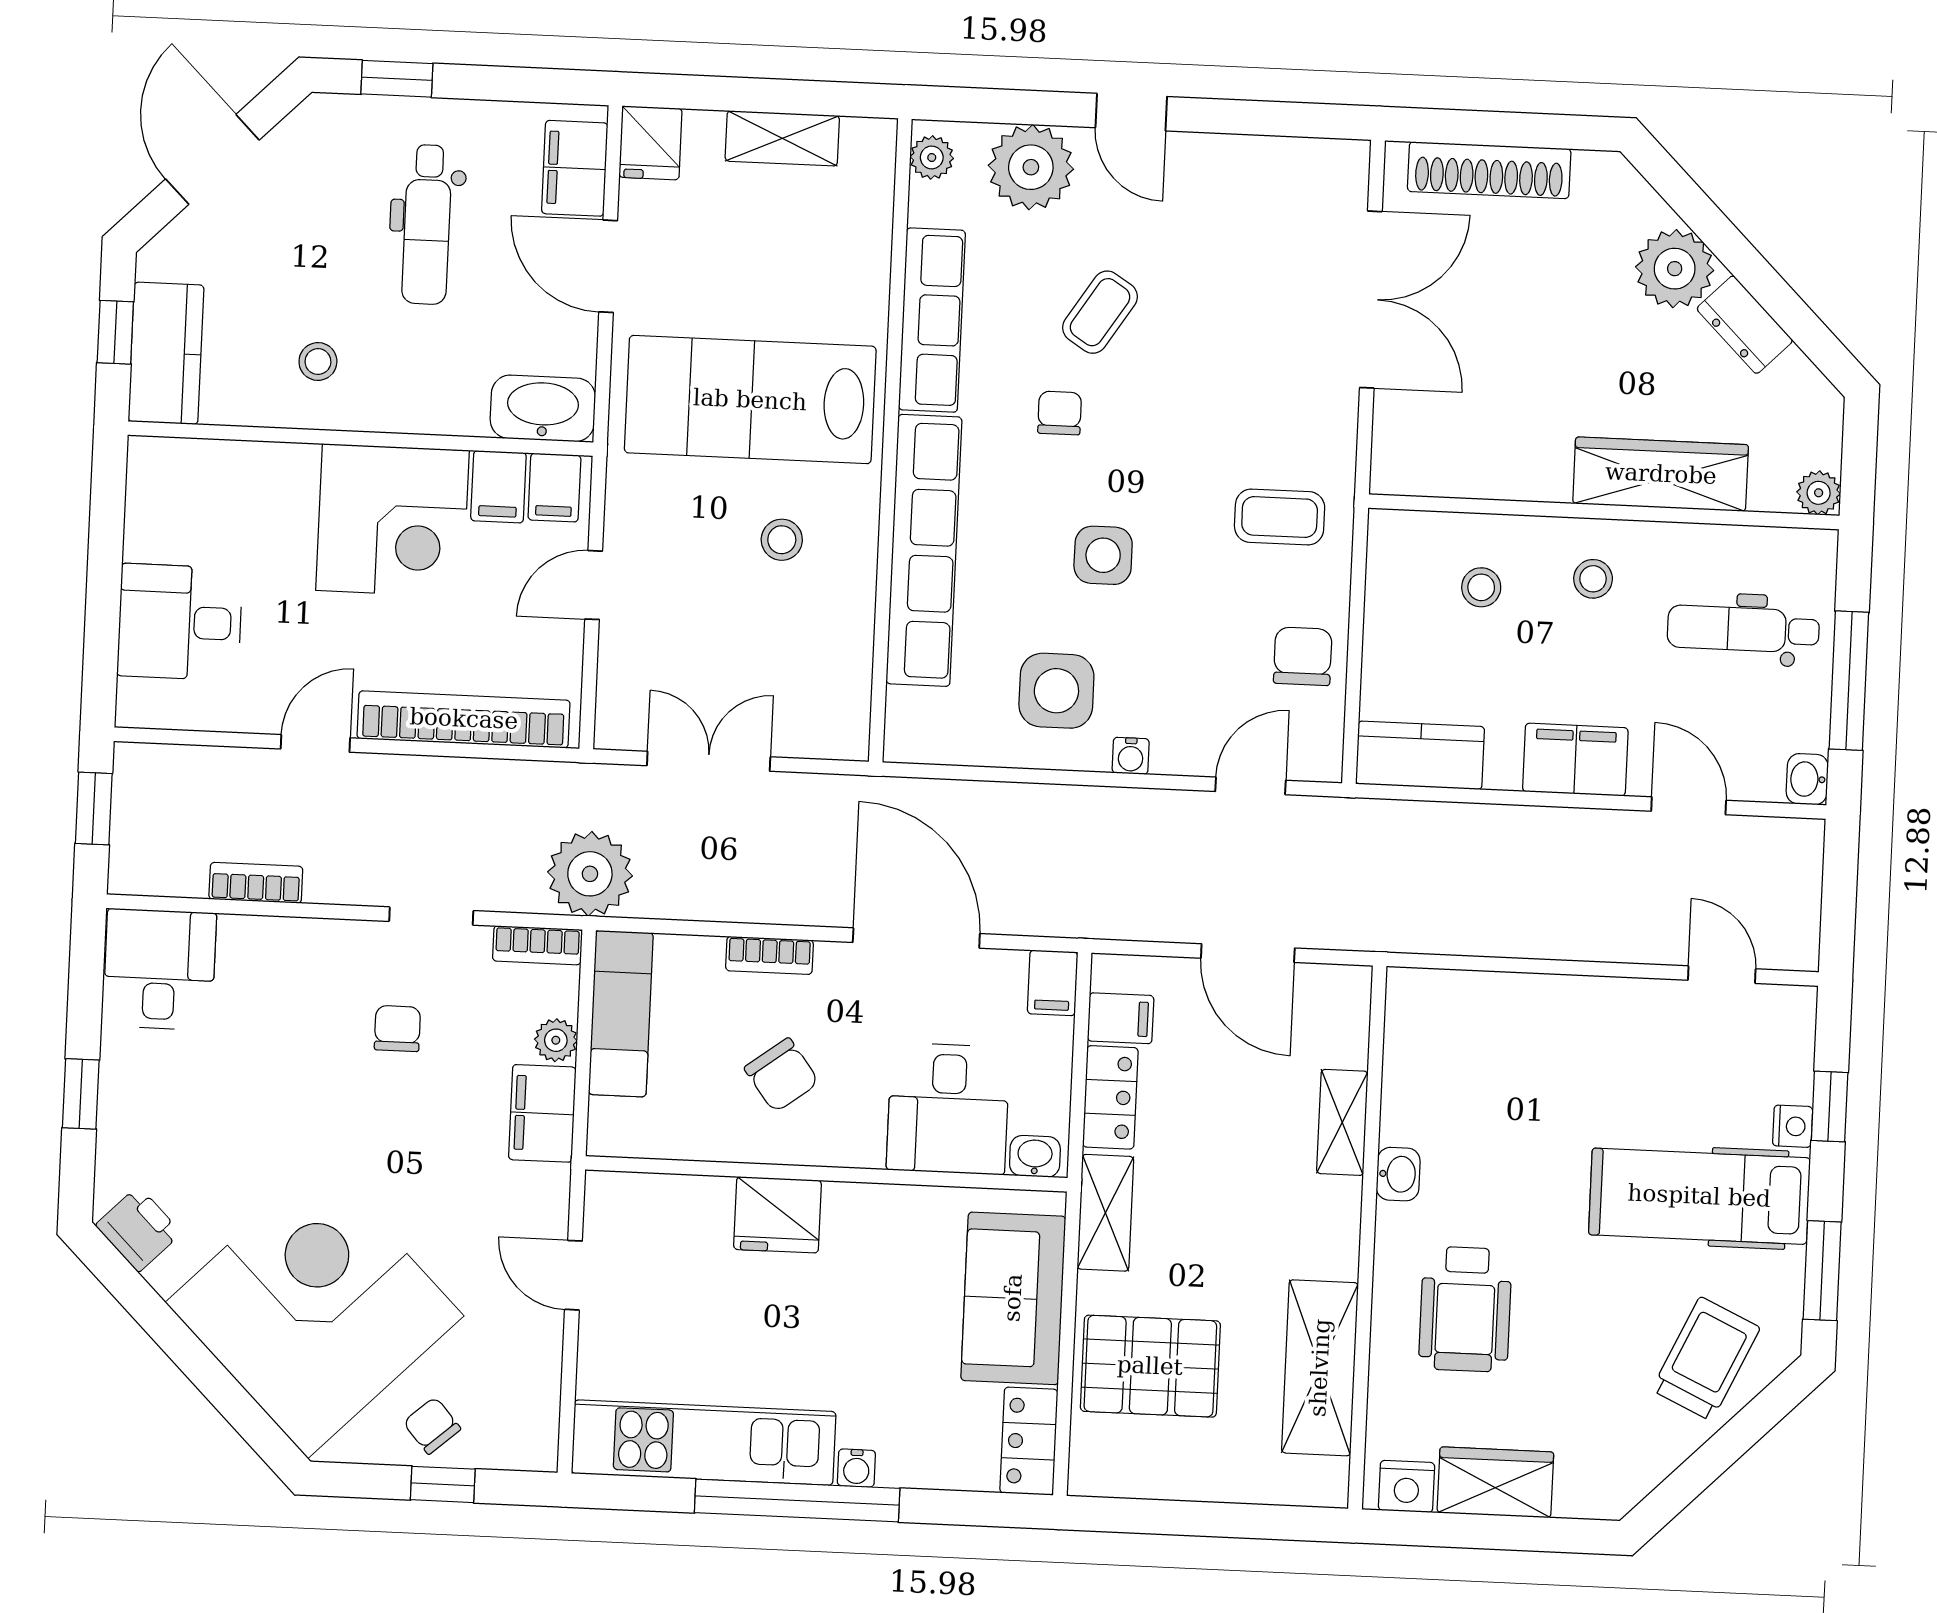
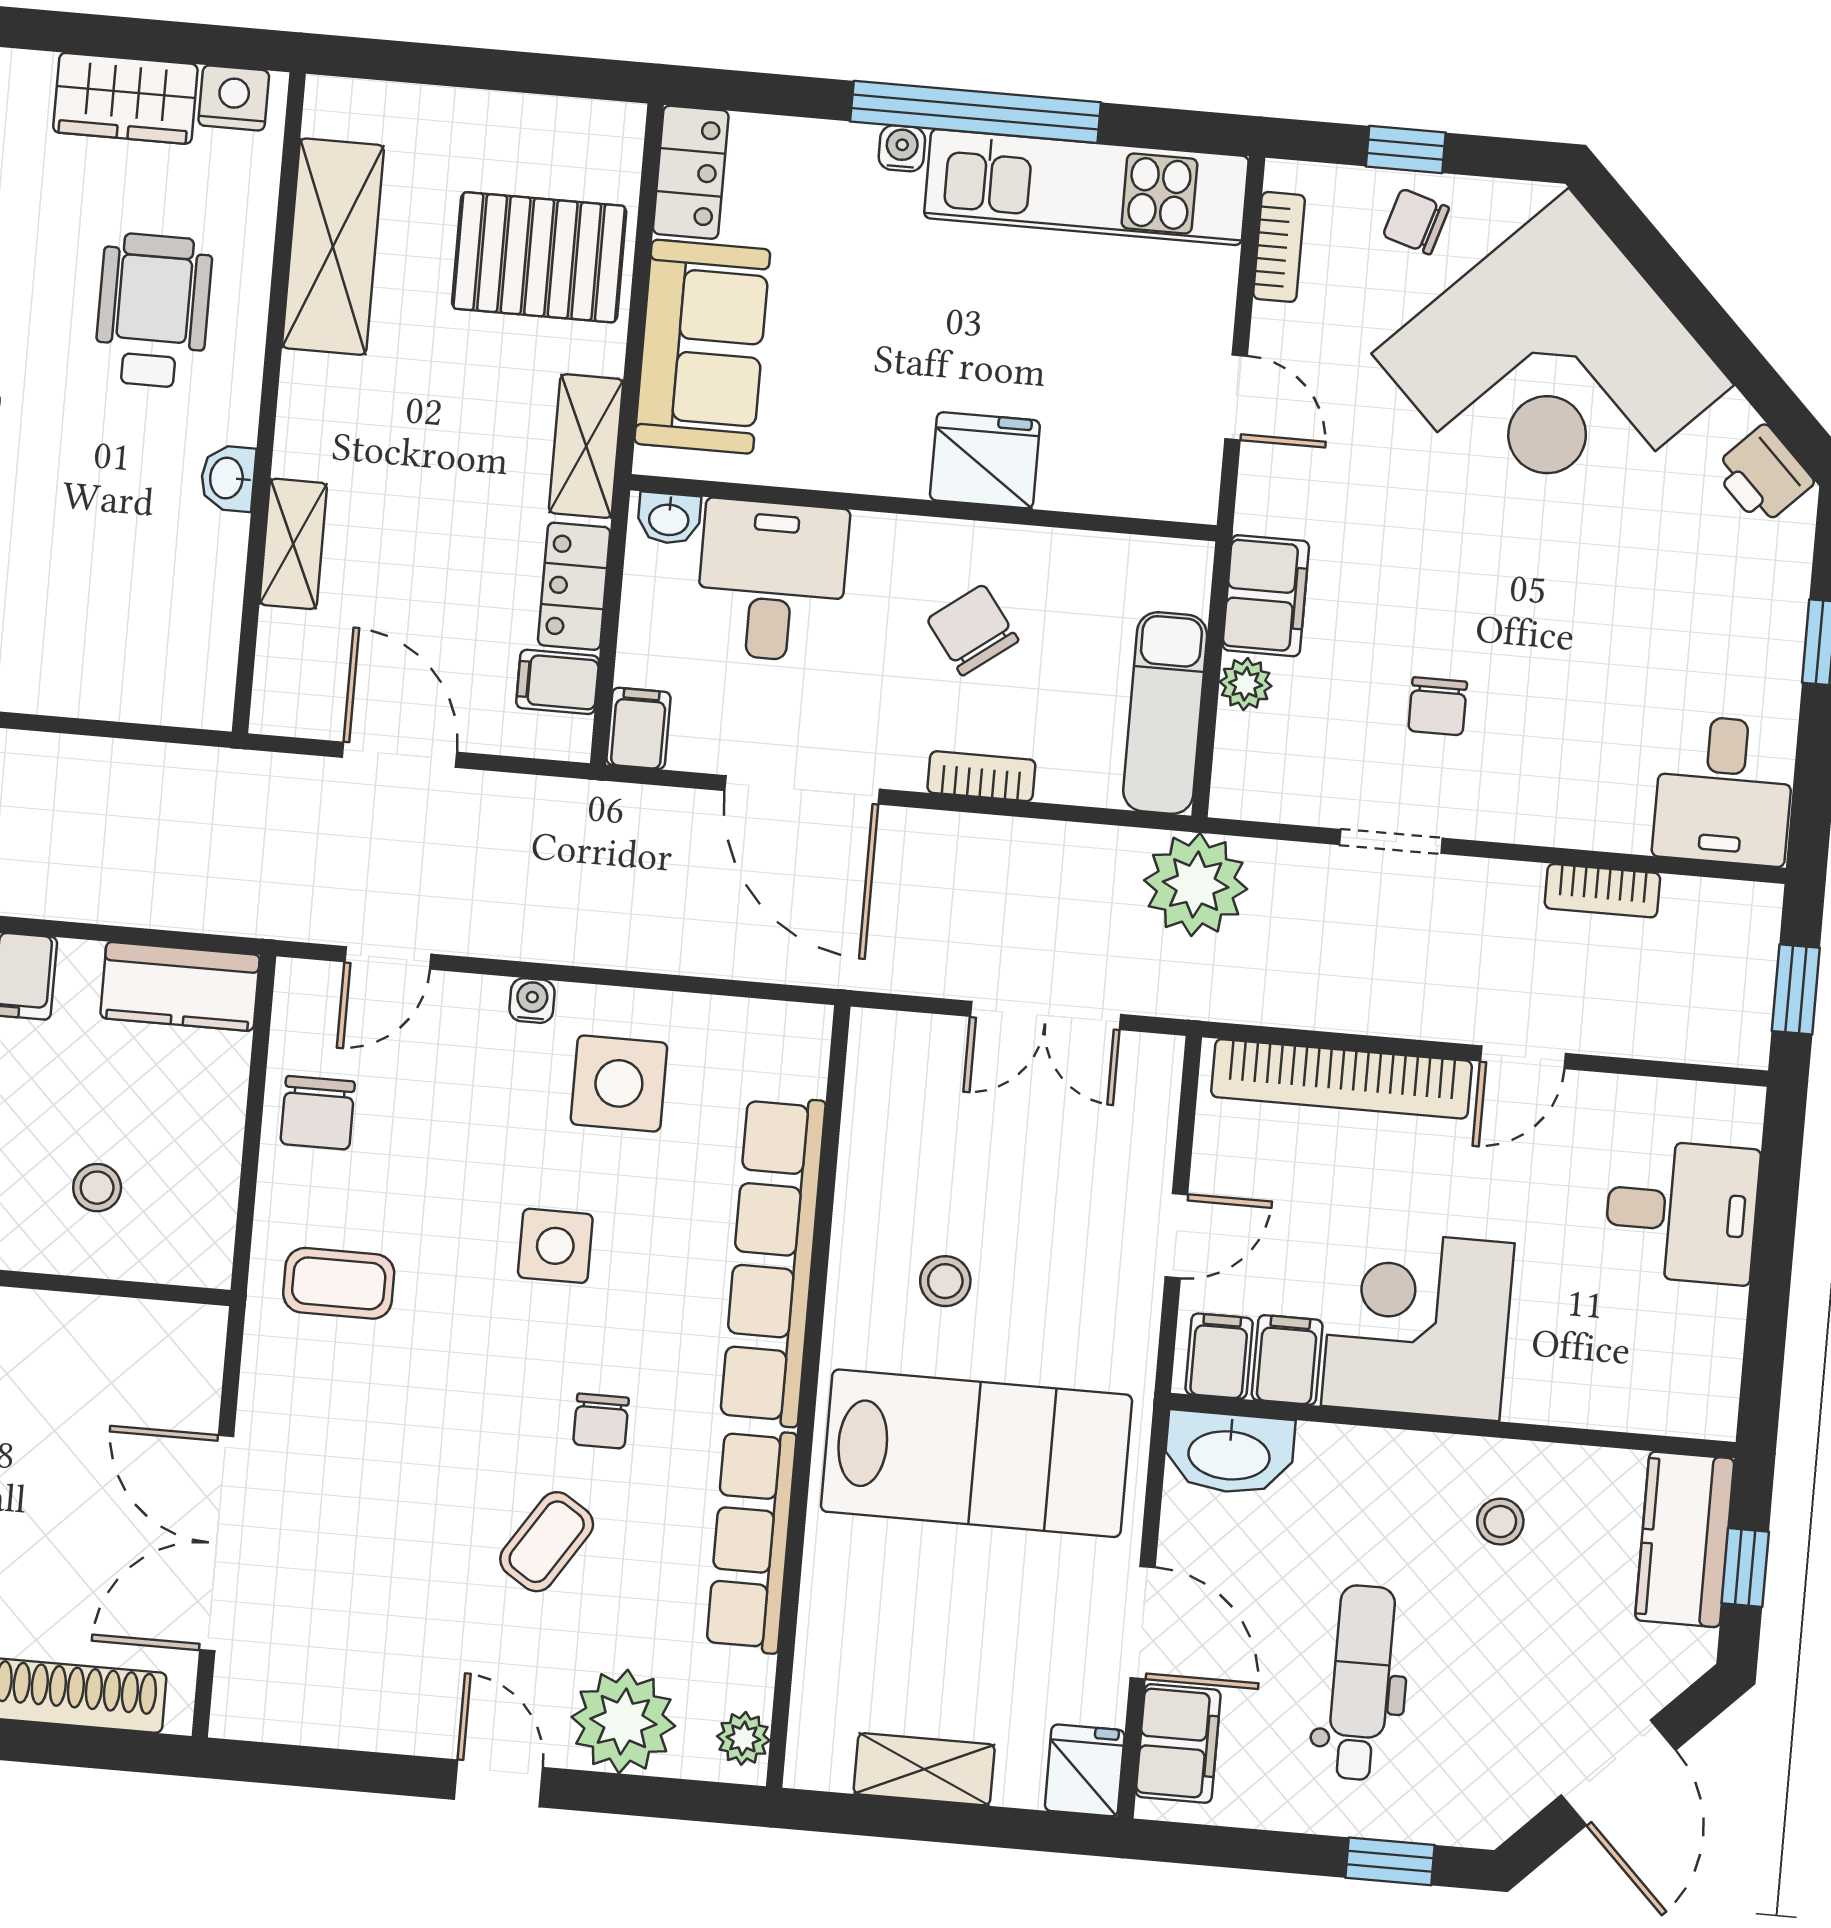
bookcase: (537, 945) -> (1279, 247), moved, turned 90
chair: (432, 1426) -> (1416, 222), turned 148

